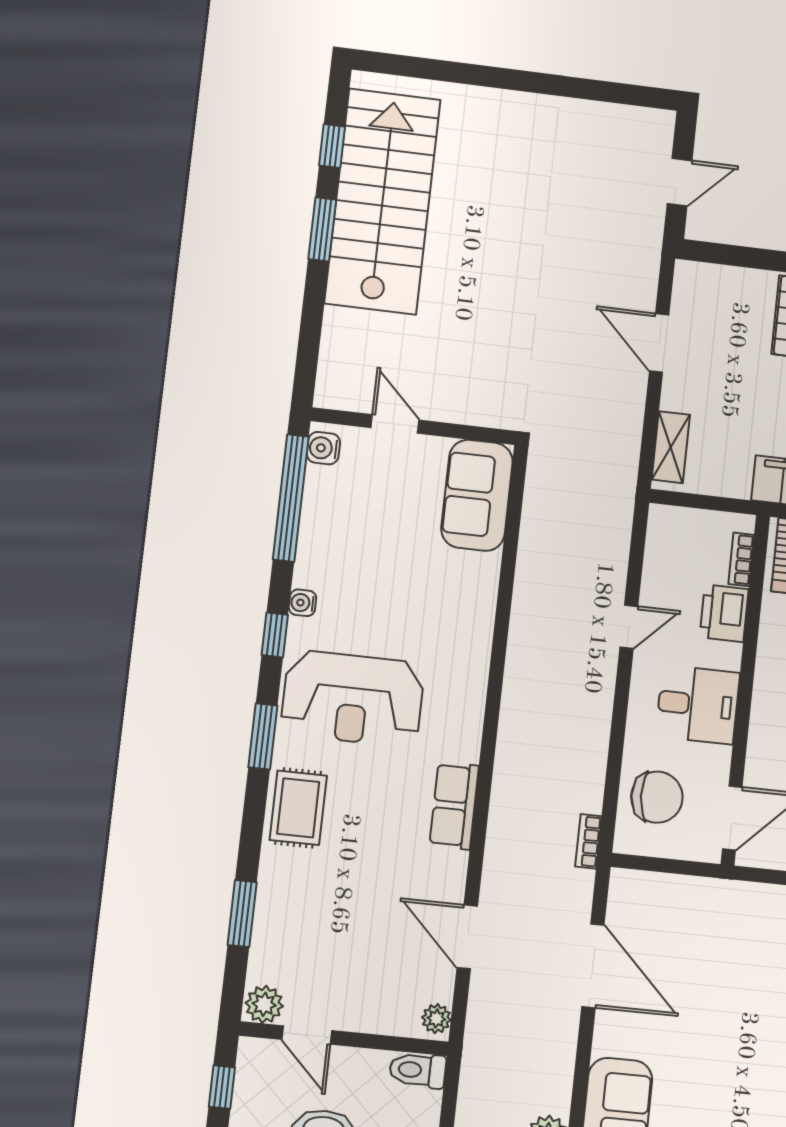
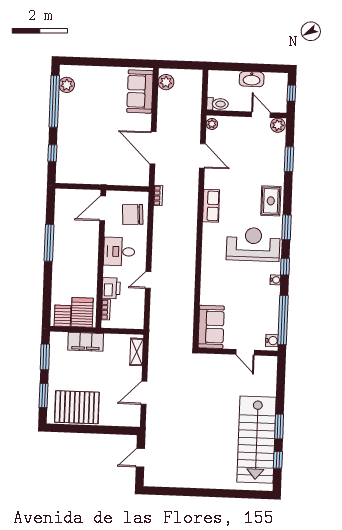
door: (659, 343) -> (144, 393), swing flipped

